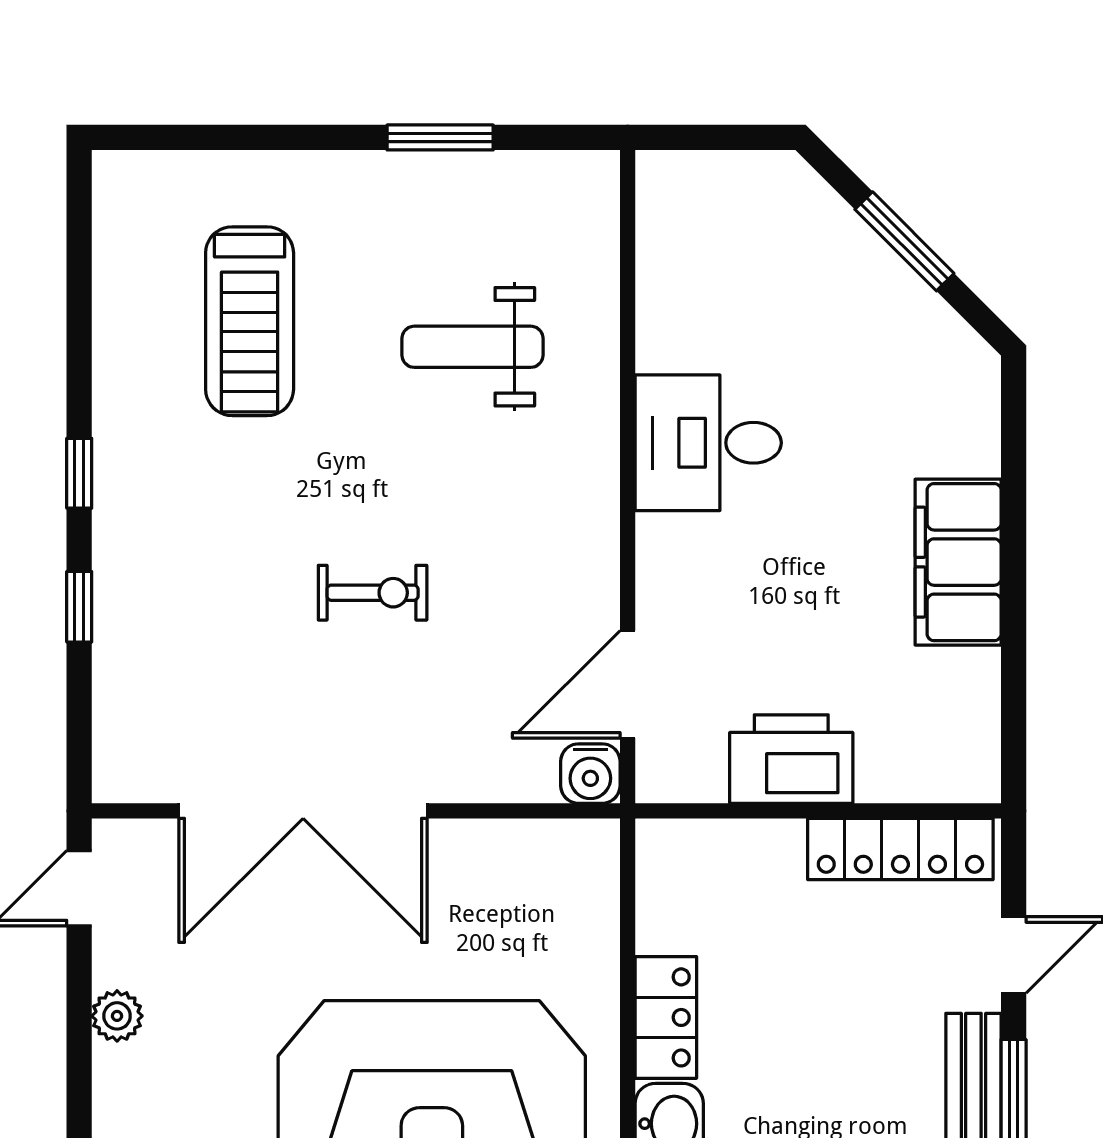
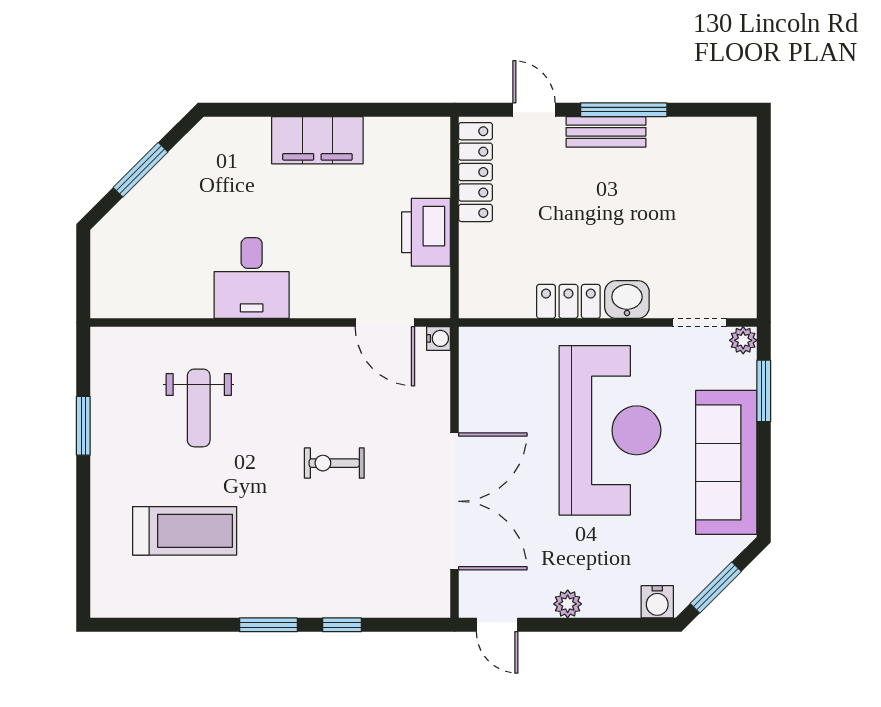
window: (79, 473) -> (268, 625), width x1.50
exercise bike: (373, 593) -> (334, 463), turned -90
water cooler: (590, 774) -> (439, 338), width x0.72, depth x0.72

